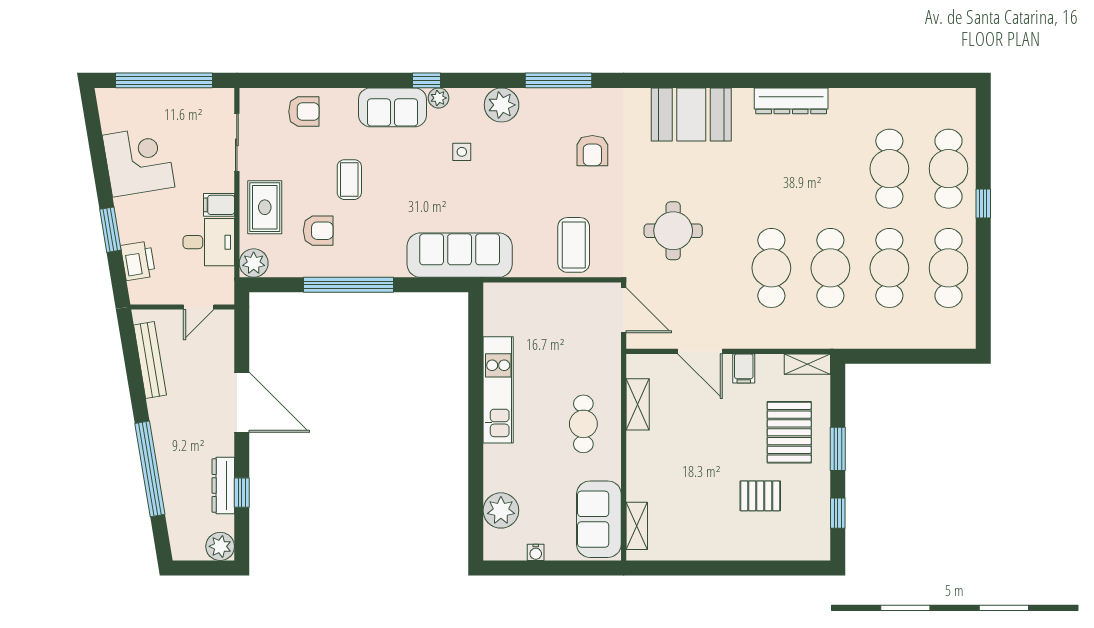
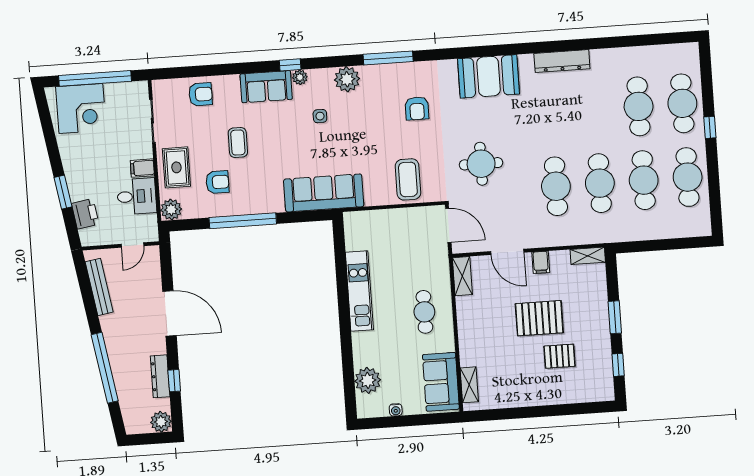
corner desk: (139, 161) -> (81, 109), moved, turned 99
shelving: (638, 404) -> (462, 276), moved
pallet: (789, 432) -> (539, 318), moved, turned 90

